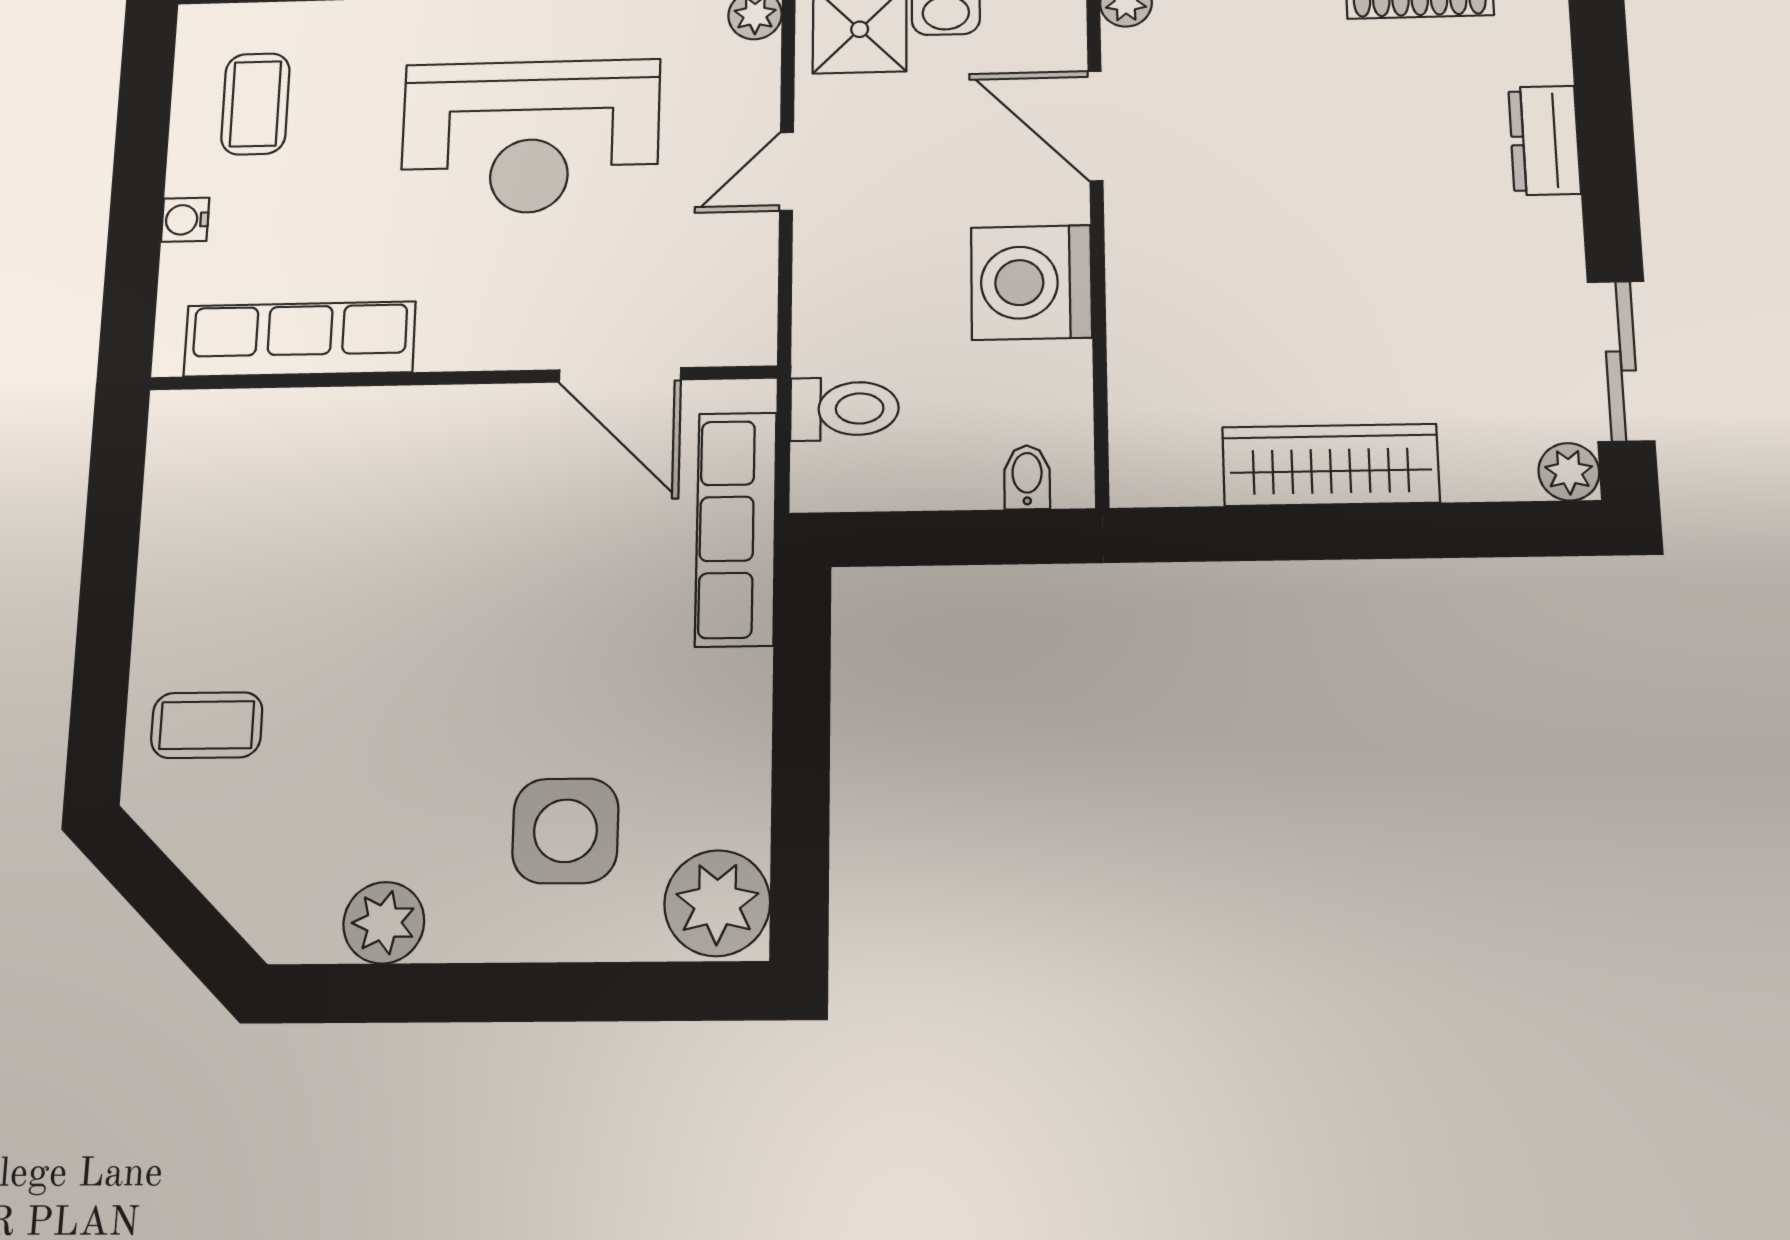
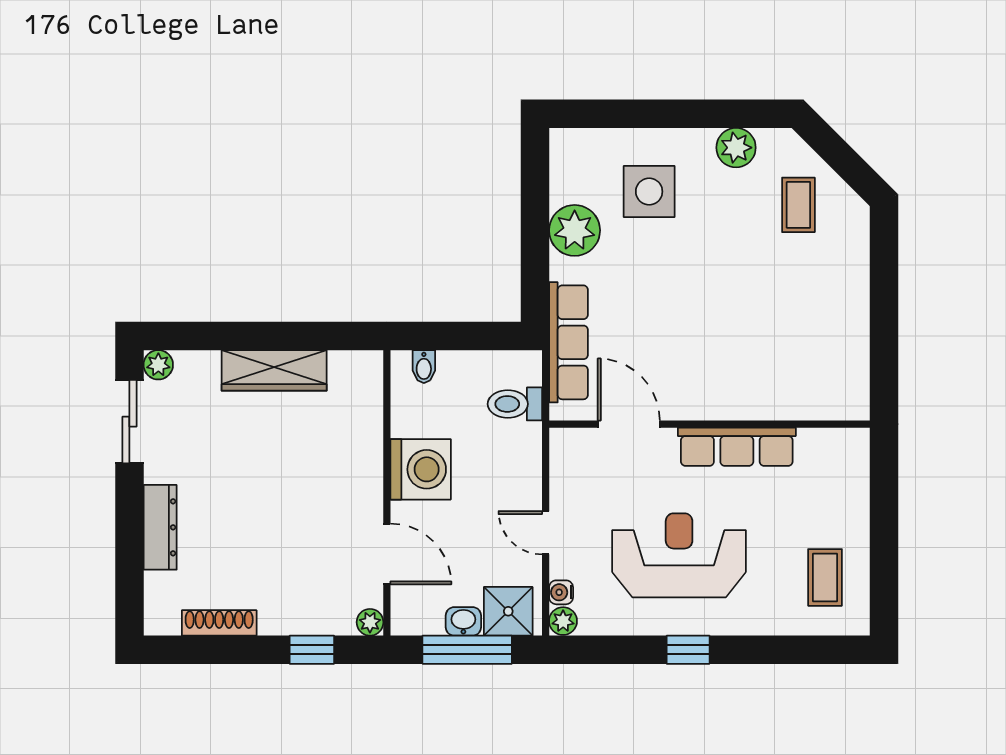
dresser: (1544, 140) -> (160, 527), width x1.44
door: (786, 171) -> (546, 533), swing flipped
water cooler: (185, 220) -> (561, 592), moved, turned 180
row of seats: (300, 339) -> (737, 447), moved
coffee table: (207, 725) -> (798, 205), moved, turned 90
plant: (717, 903) -> (575, 230), moved

